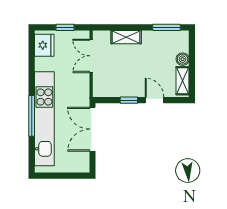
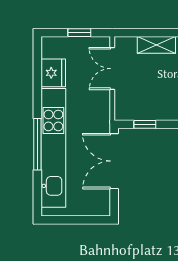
fridge: (44, 45) -> (53, 73), moved
window: (129, 100) -> (145, 124), moved

